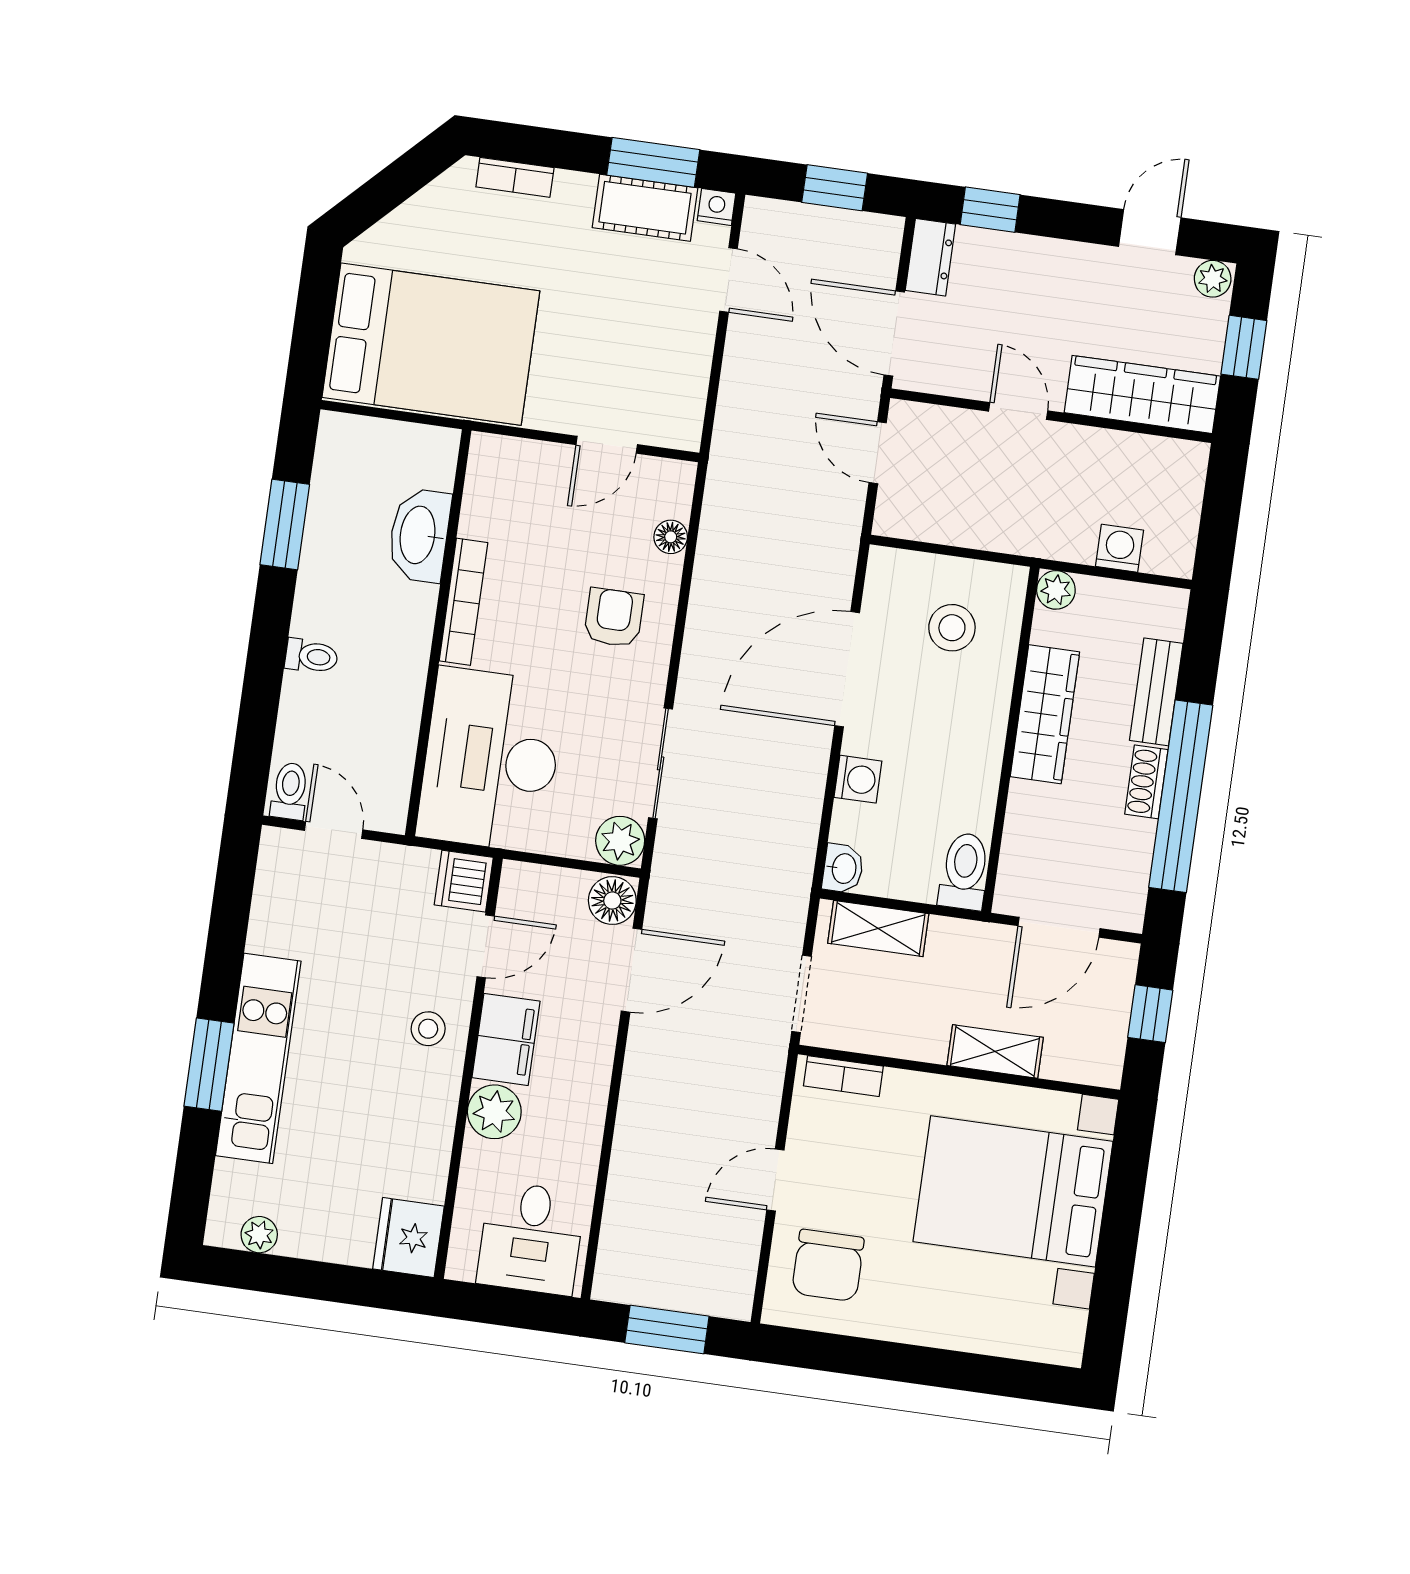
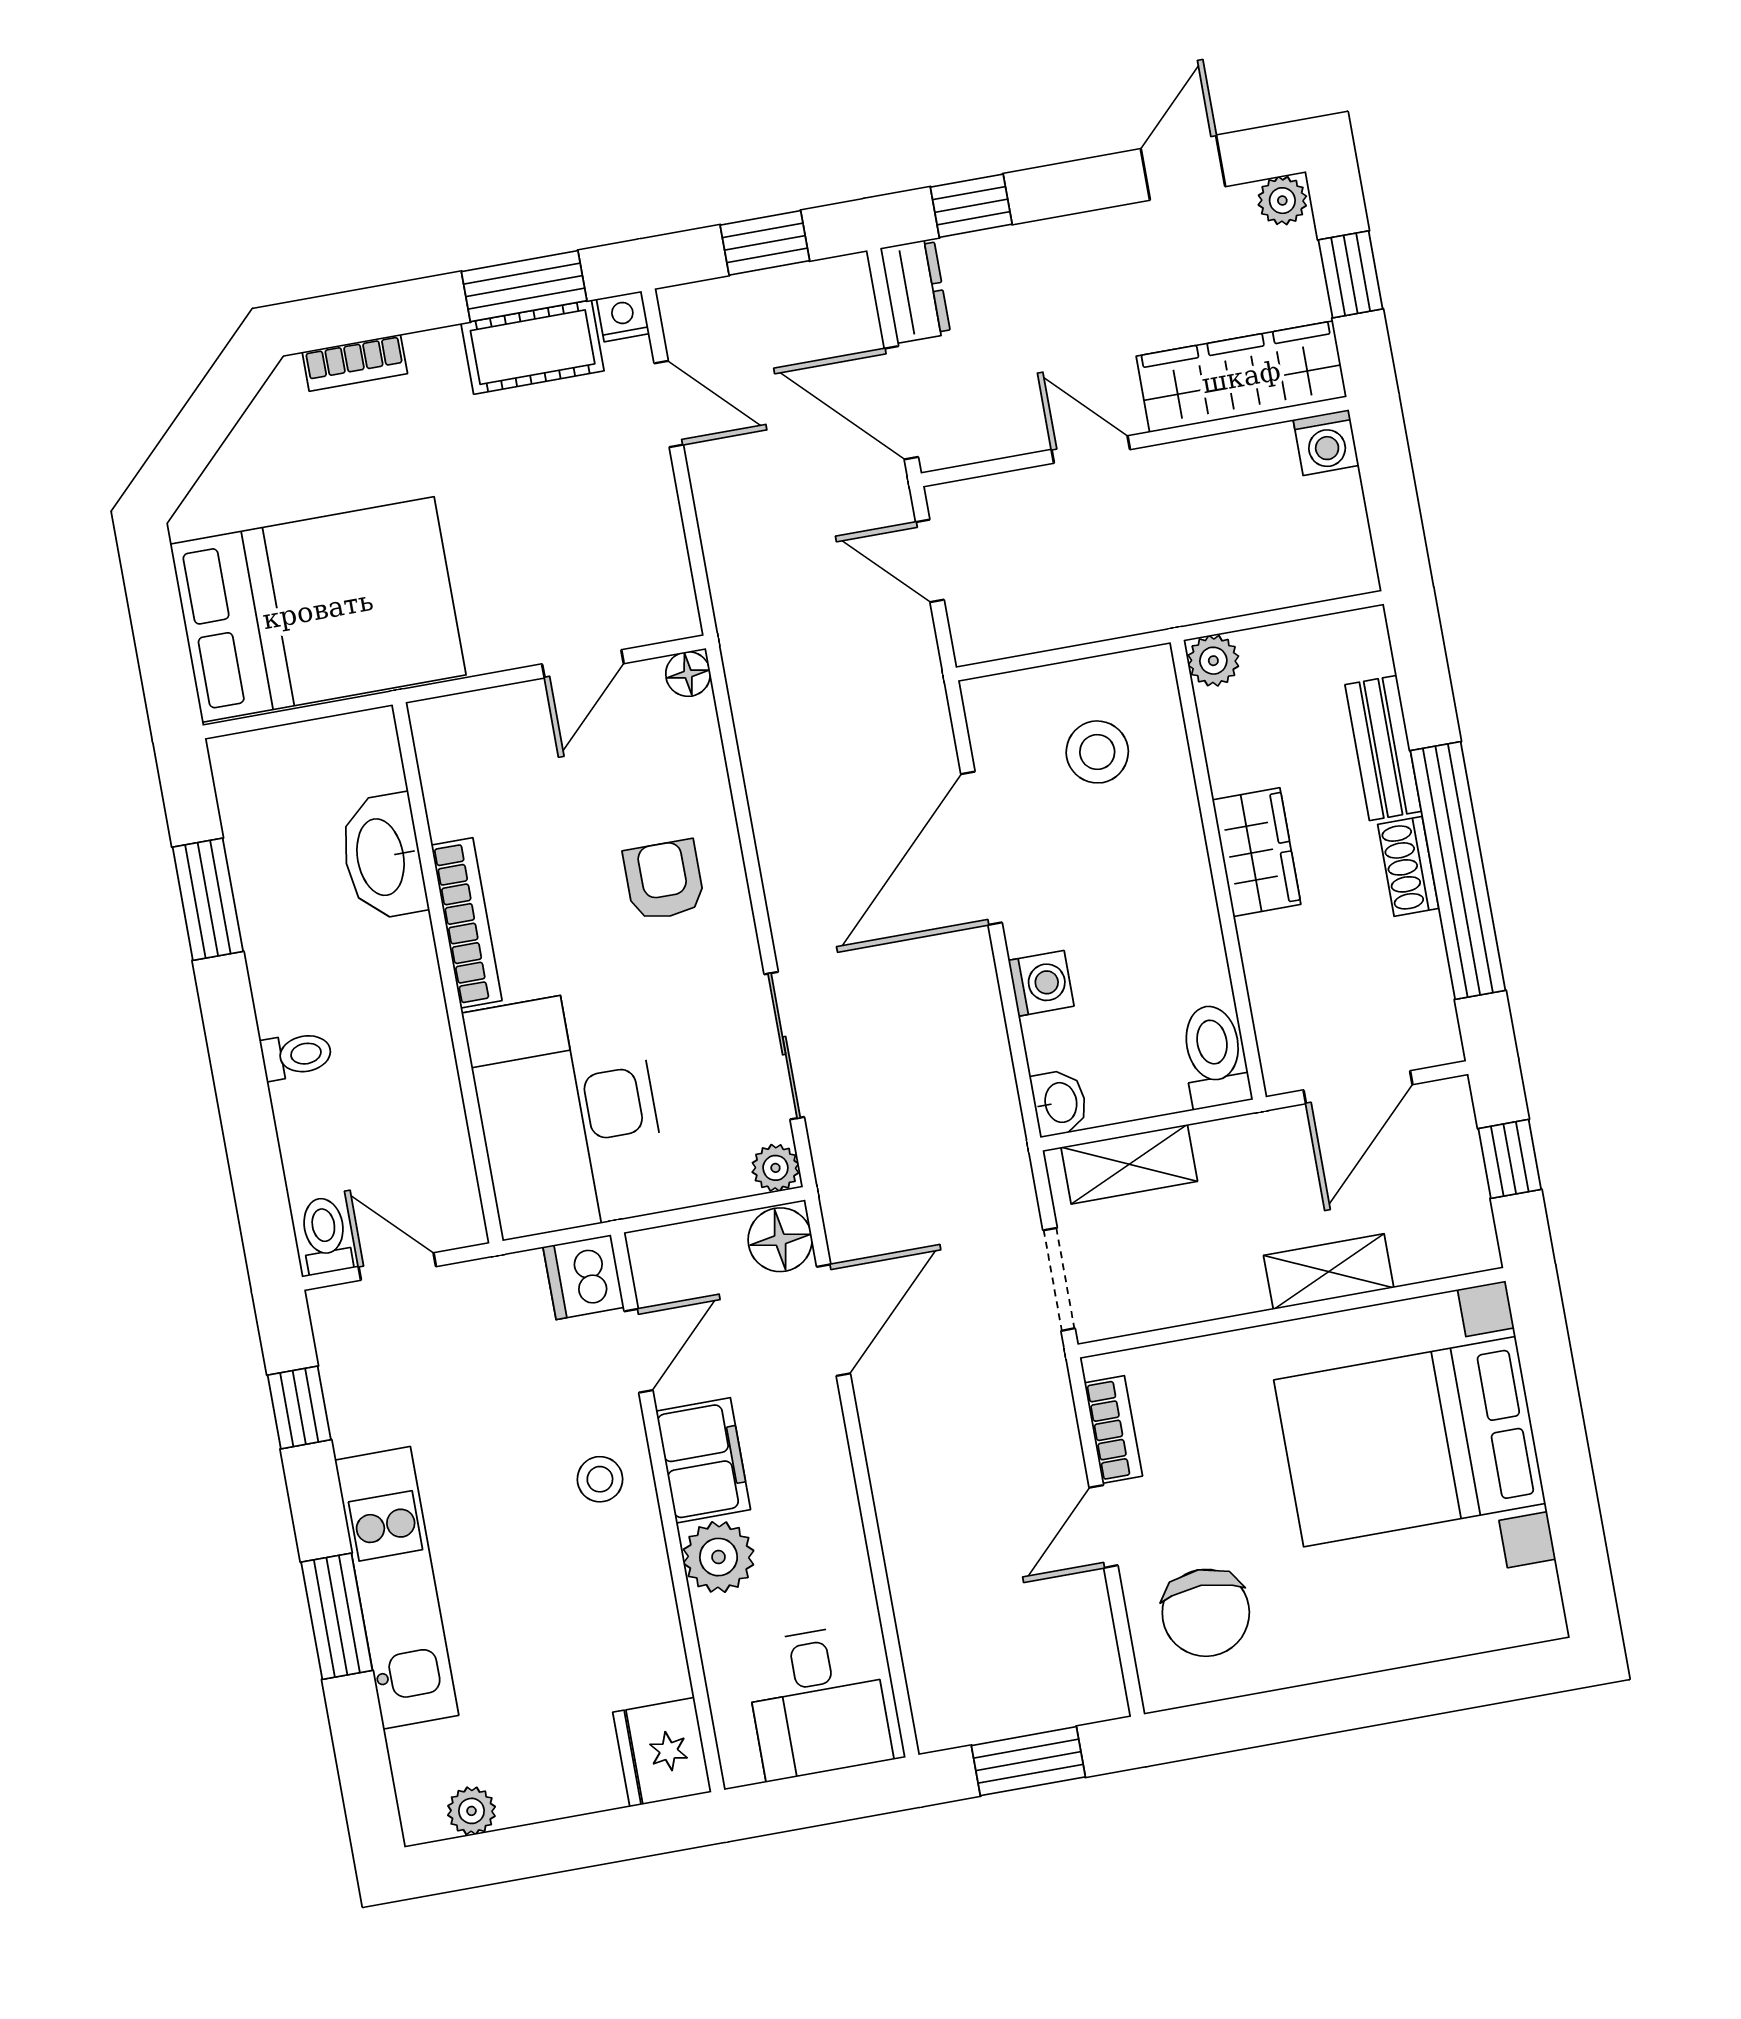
floor lamp: (671, 537) -> (688, 674), moved
washing machine: (1120, 548) -> (1326, 443), moved, turned 180
wardrobe: (1045, 714) -> (1257, 852), width x0.67
plant: (620, 841) -> (775, 1168), width x0.73, depth x0.73
window: (231, 907) -> (299, 1407), added
bookcase: (843, 1076) -> (1113, 1429), moved, turned -90

